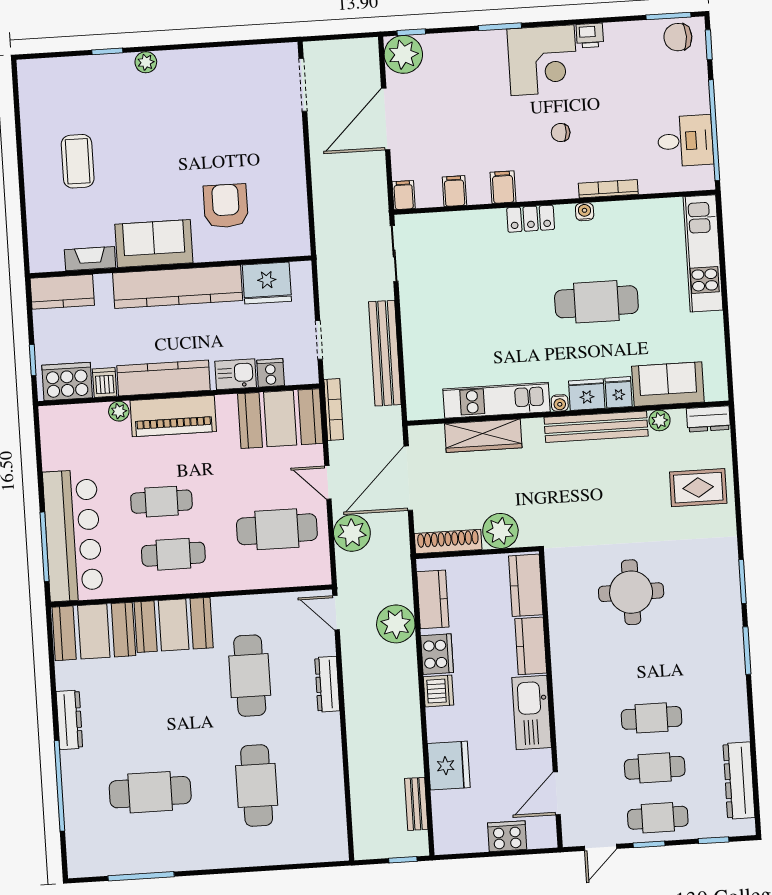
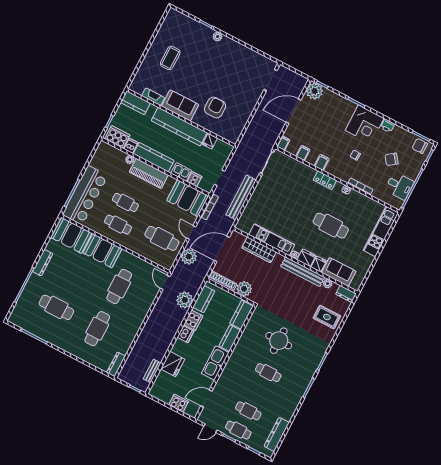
chair: (638, 98) -> (392, 159), added
fridge: (267, 283) -> (210, 141), width x0.53, depth x0.75
dresser: (327, 684) -> (116, 364), moved
cafe table: (652, 718) -> (268, 373), moved

